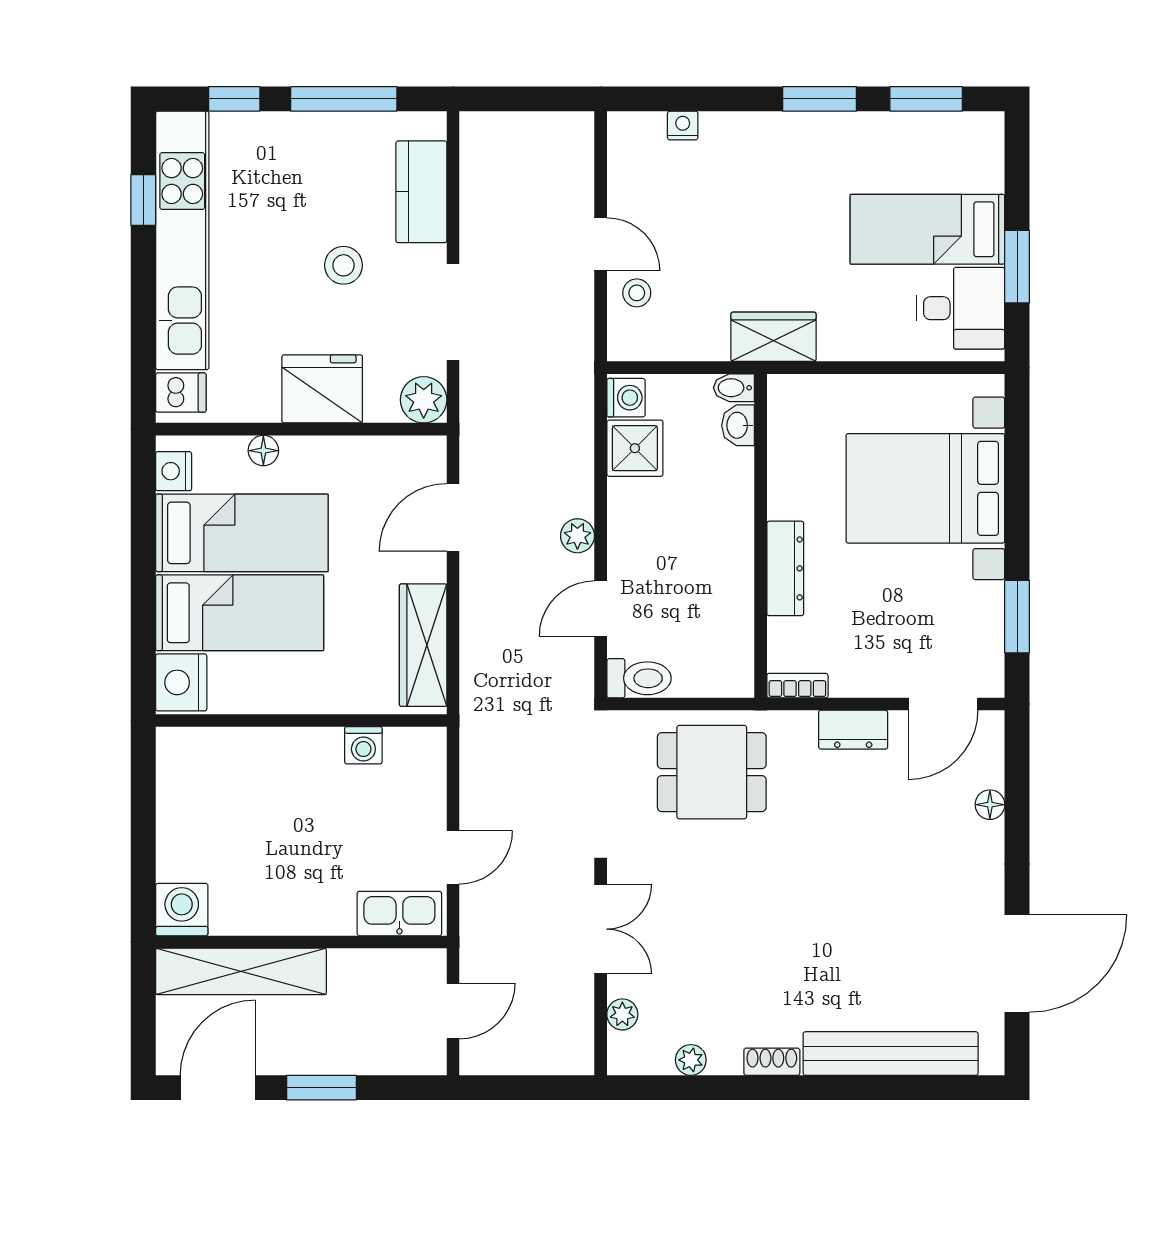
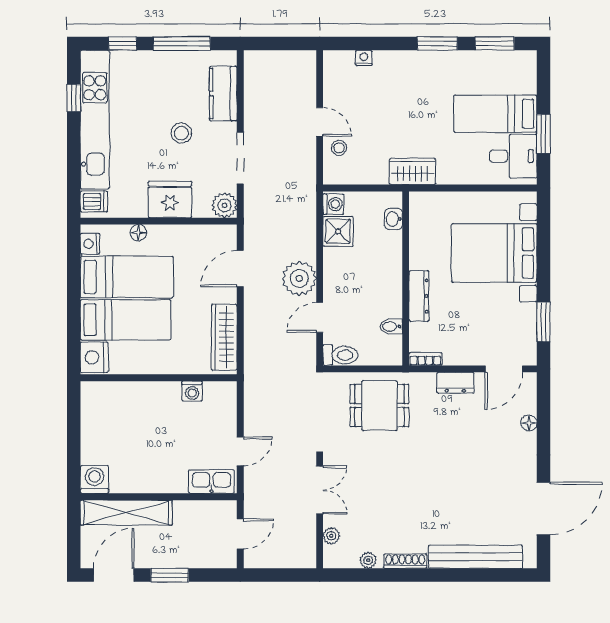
bidet: (734, 388) -> (391, 326), moved
plant: (577, 536) -> (299, 278), width x1.87, depth x1.87
shoe rack: (772, 1062) -> (405, 561), width x1.43

